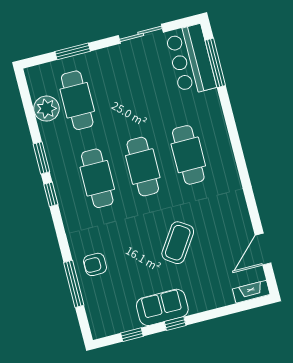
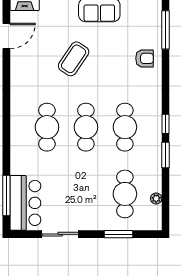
plant: (46, 109) -> (156, 198), width x0.53, depth x0.53
window: (74, 284) -> (166, 30), moved

